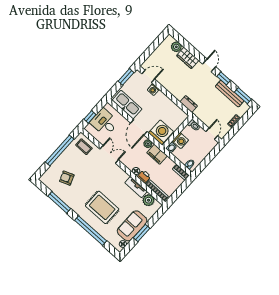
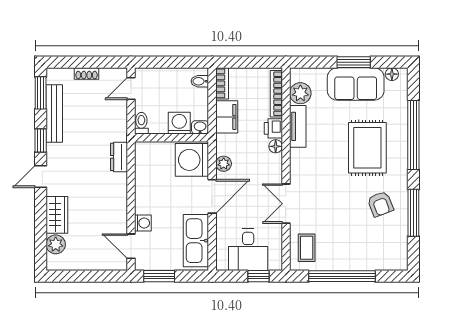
filing cabinet: (157, 154) -> (227, 117), moved
armchair: (67, 178) -> (380, 204), moved

